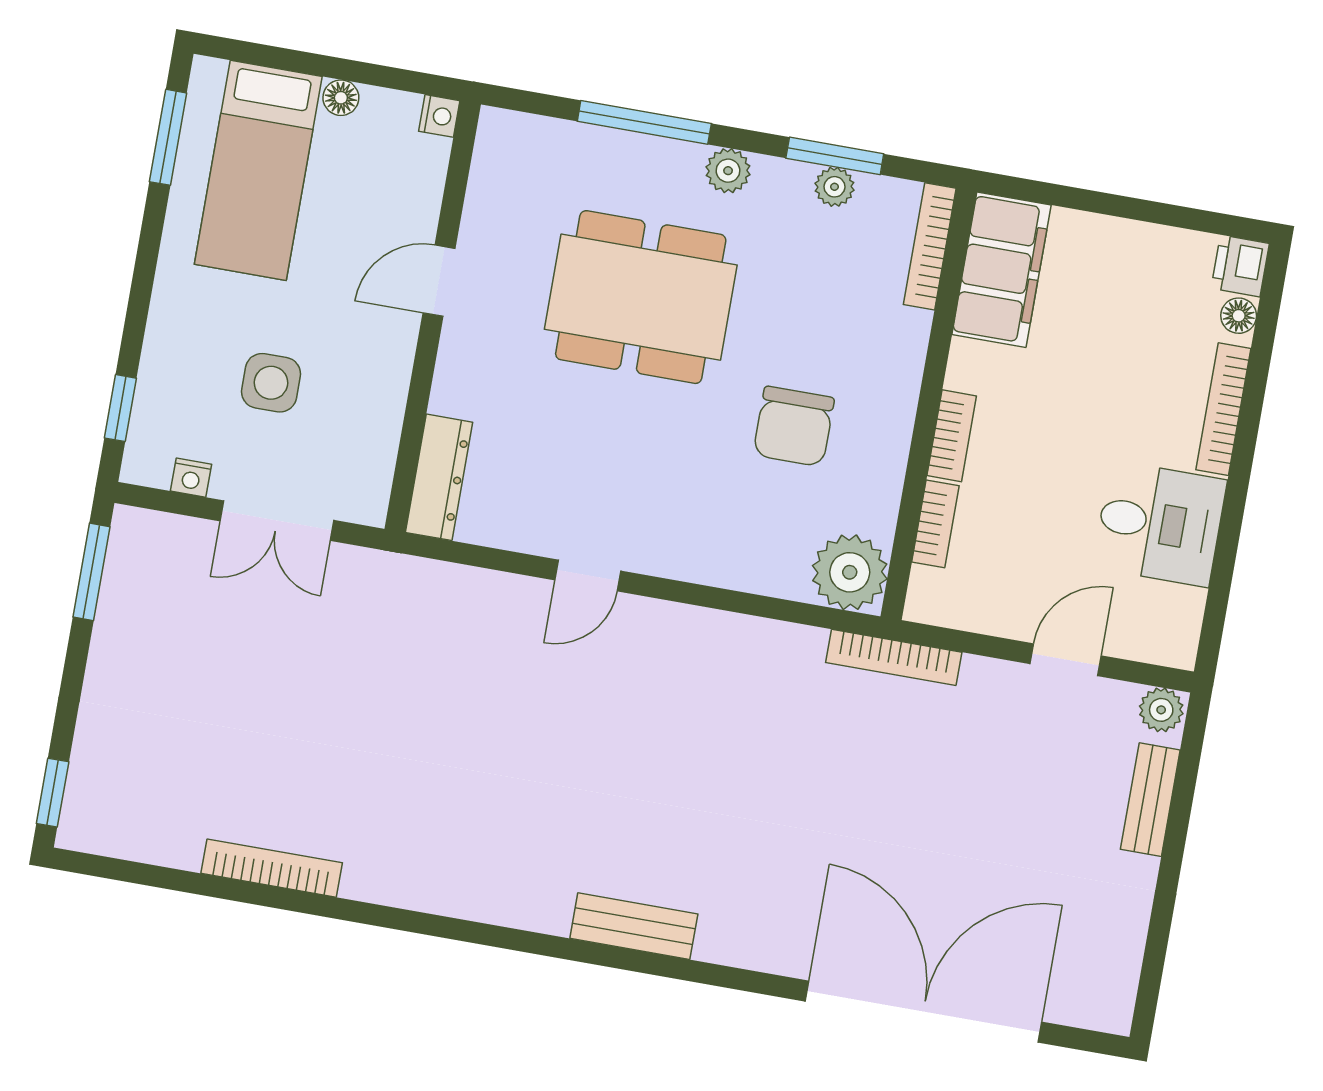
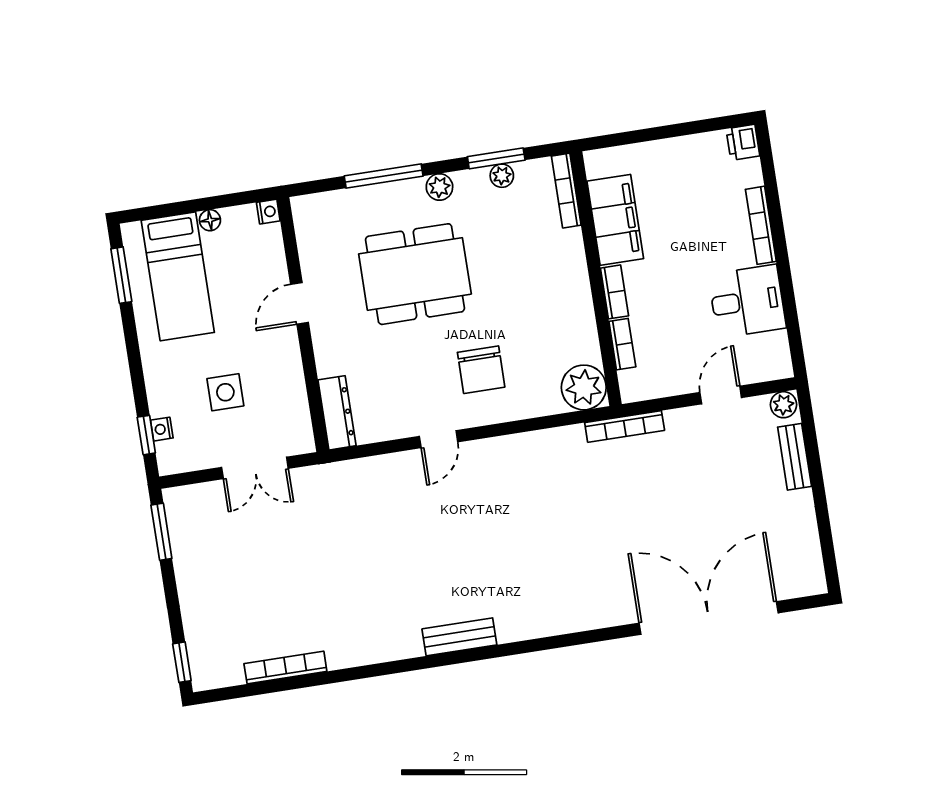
filing cabinet: (1001, 270) -> (615, 220), moved
floor lamp: (1239, 316) -> (751, 170), removed
chair: (794, 426) -> (481, 370), moved
nightstand: (191, 478) -> (162, 429), moved, turned 90
bookcase: (272, 868) -> (285, 667), moved
bench: (634, 926) -> (459, 637), moved

